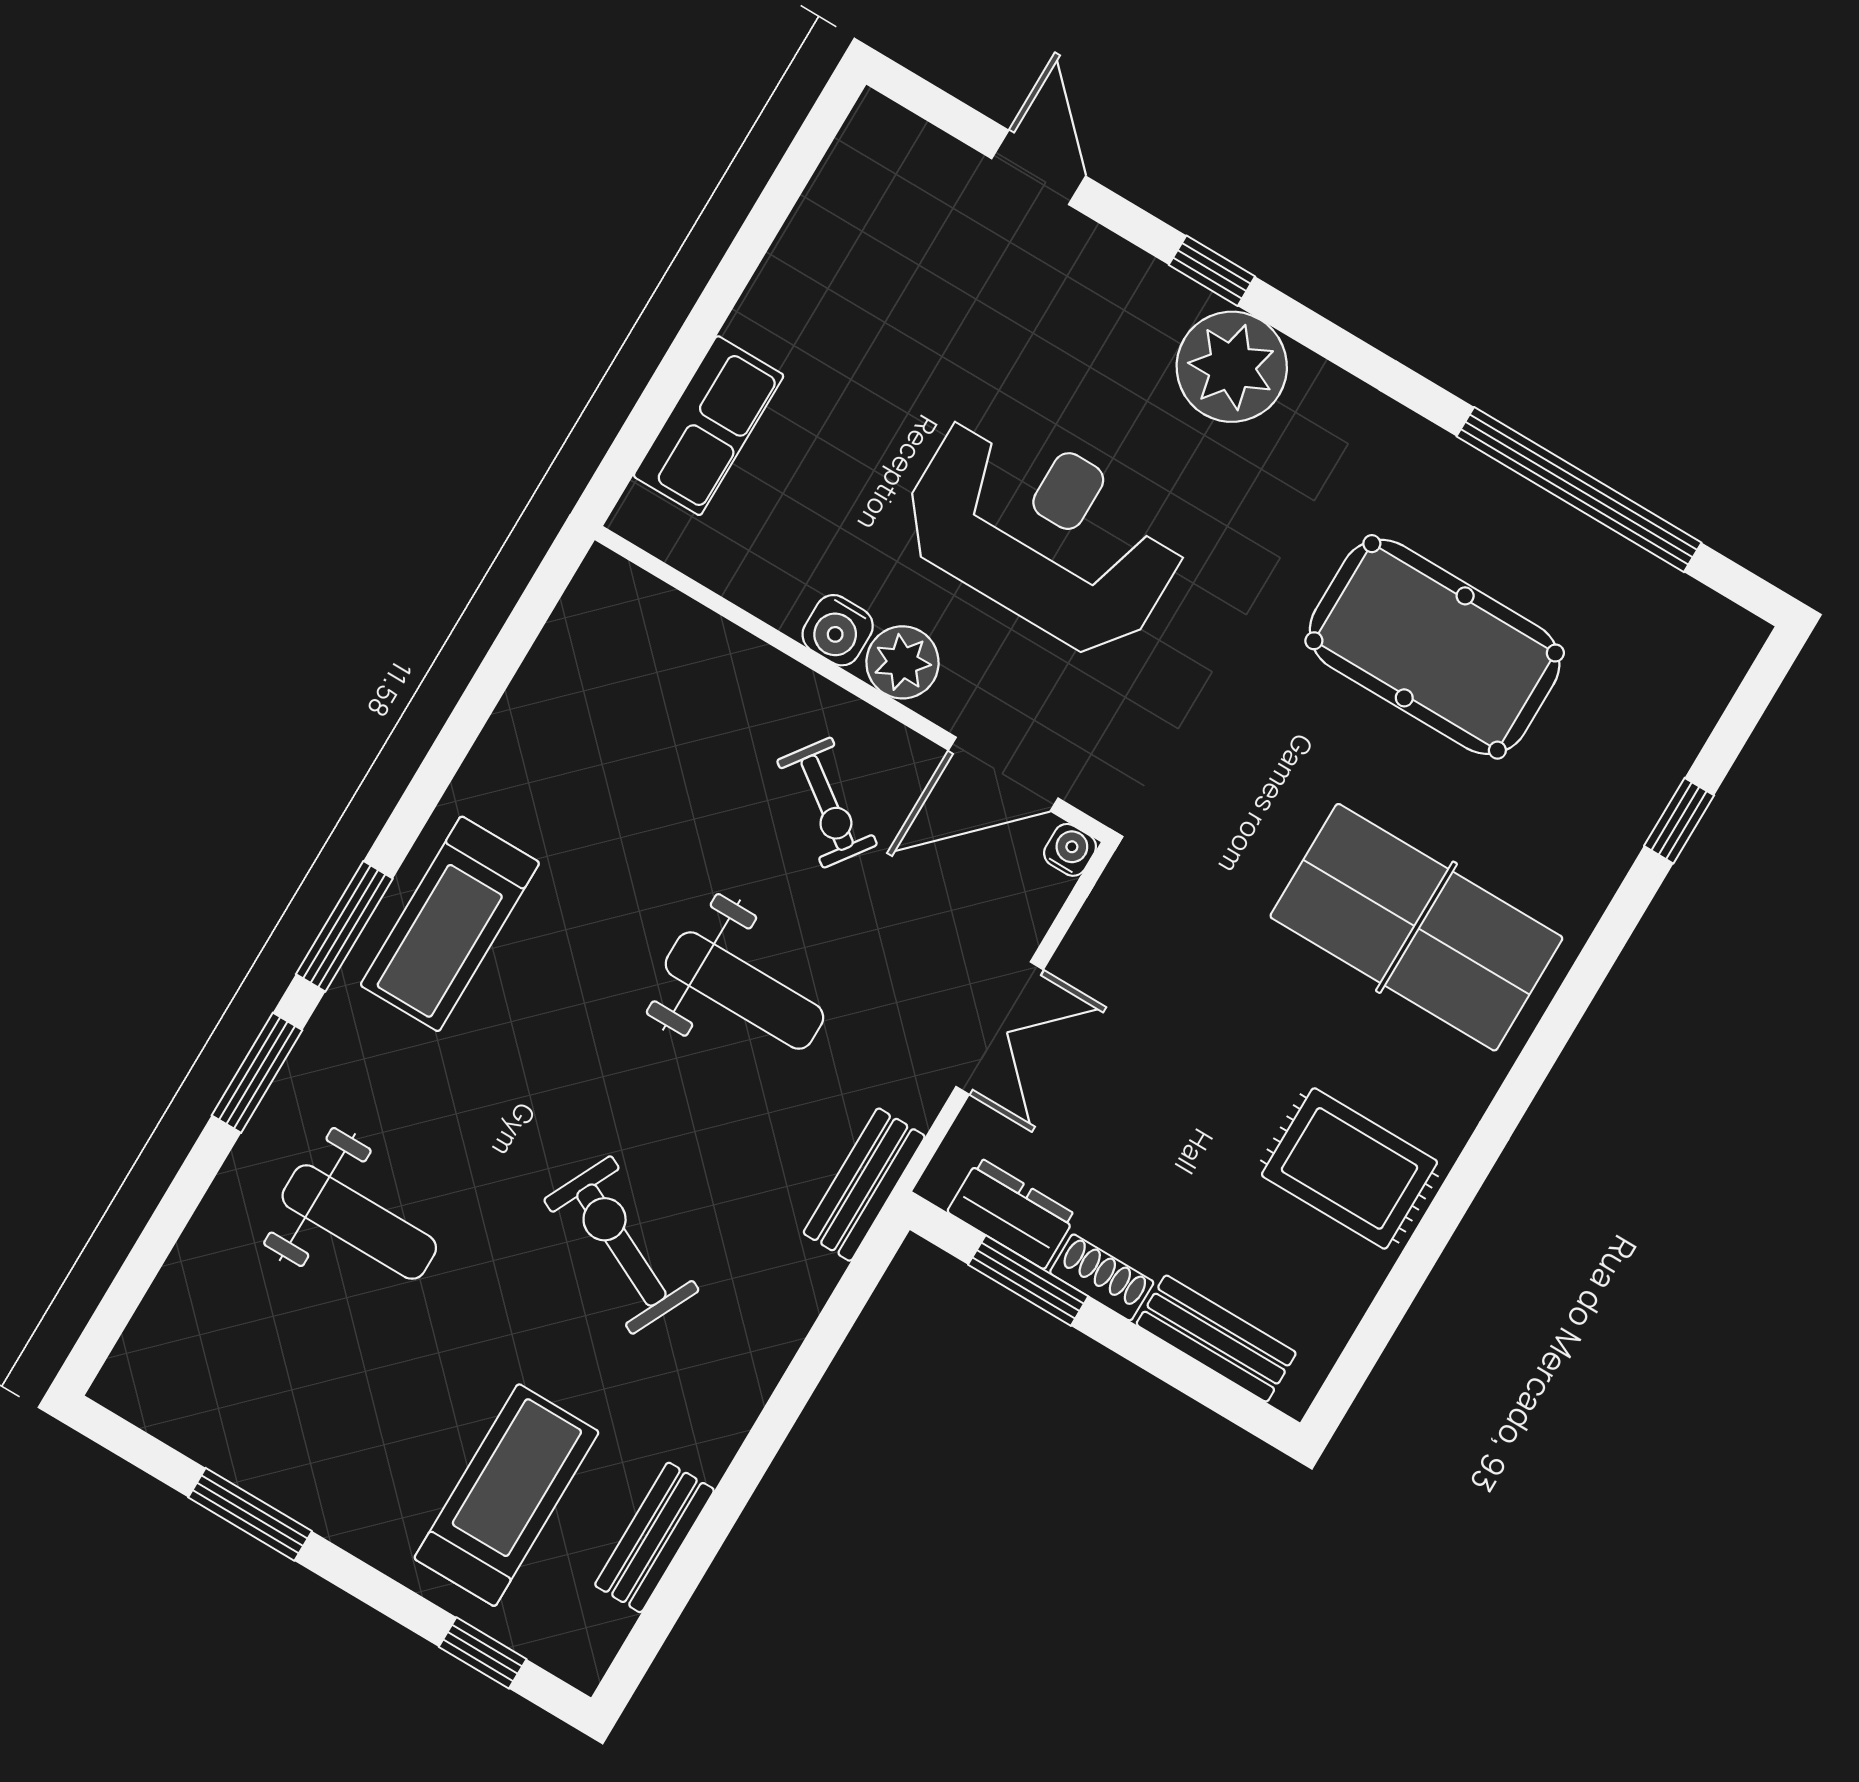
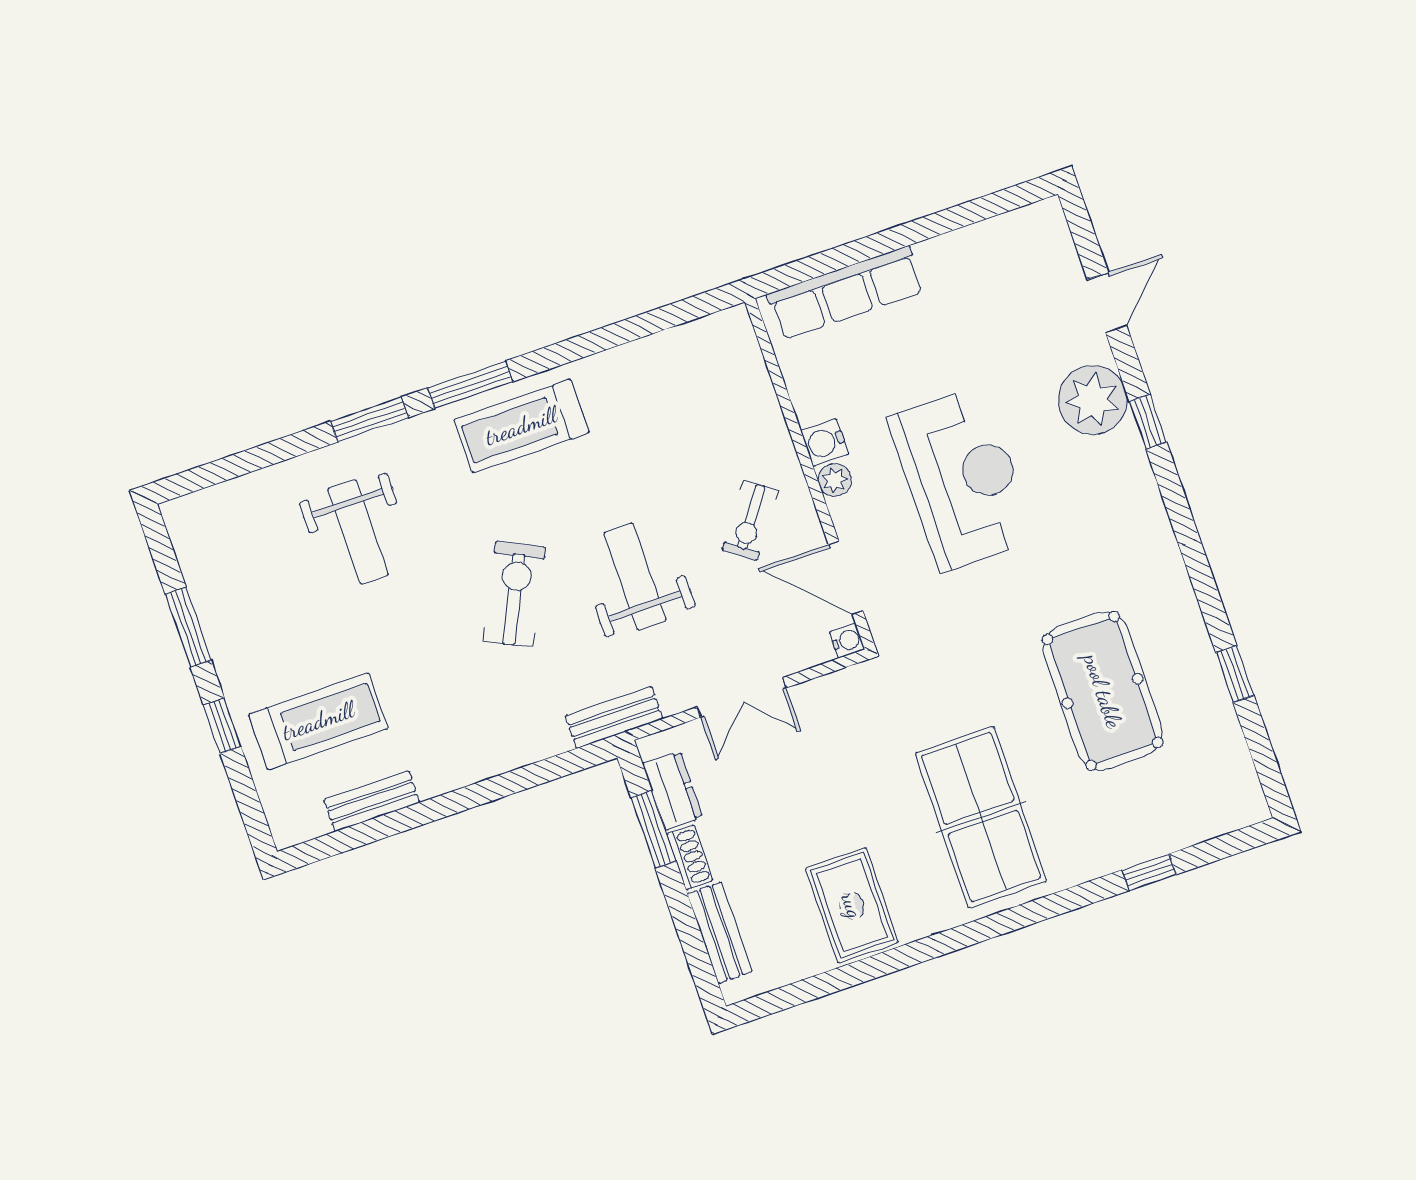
plant: (1232, 367) -> (1093, 400), moved
row of seats: (709, 426) -> (846, 293), width x1.48
window: (1579, 490) -> (1235, 674), width x0.32
plant: (902, 662) -> (835, 480), width x0.73, depth x0.73
weight bench: (744, 991) -> (635, 577), turned 180
exercise bike: (621, 1245) -> (515, 594), moved
window: (483, 1653) -> (222, 726), moved

